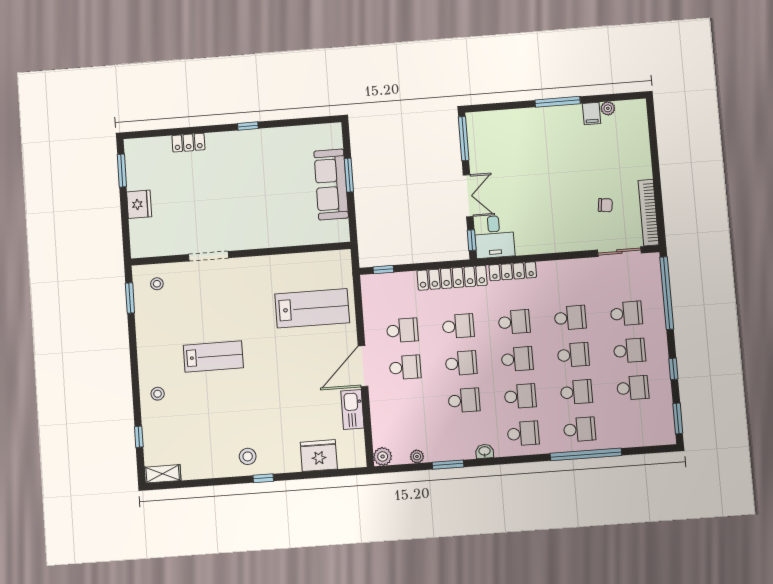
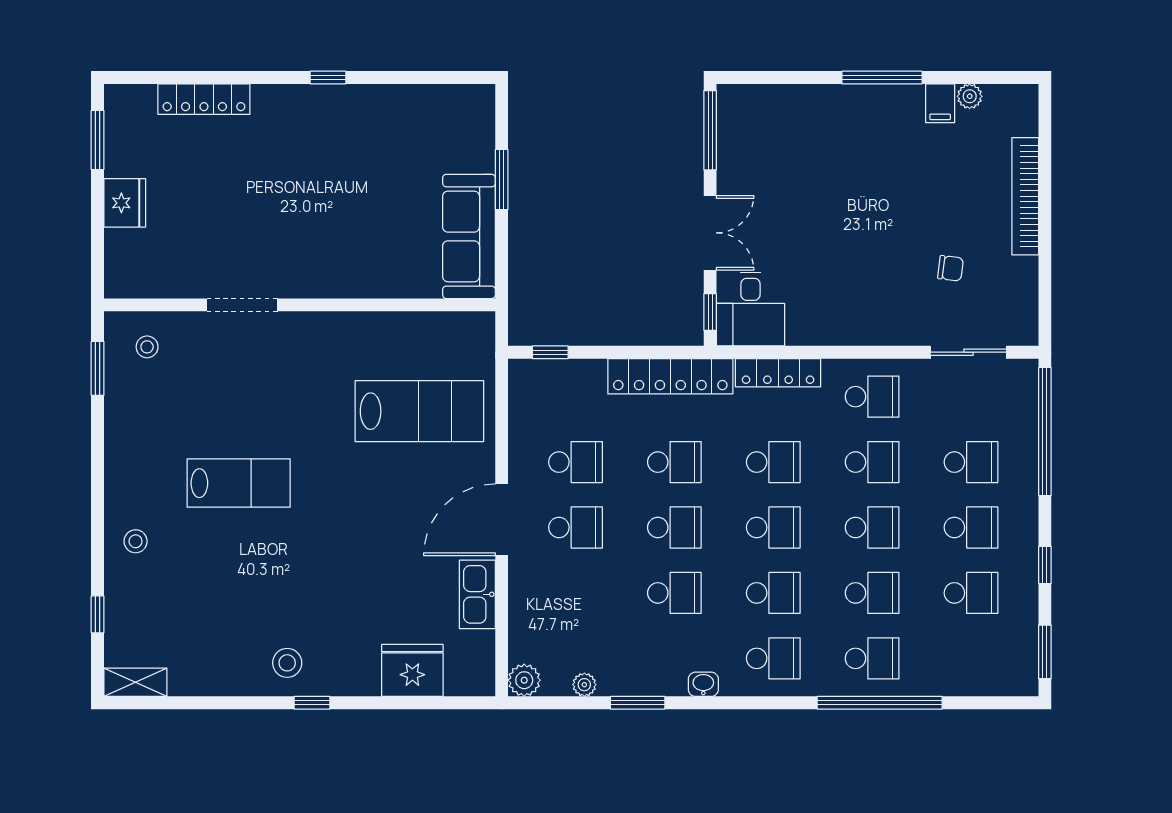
locker: (188, 143) -> (204, 99), width x1.53
sofa: (331, 184) -> (469, 236), moved
bookcase: (648, 213) -> (1025, 196), moved
school desk: (567, 281) -> (872, 397), added

